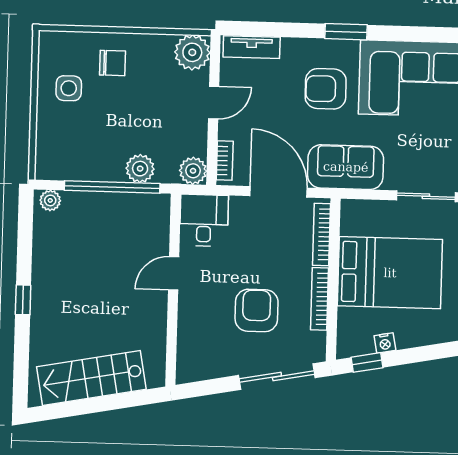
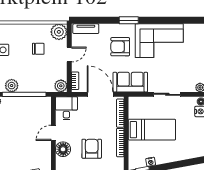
chair: (112, 63) -> (38, 49), moved
plant: (140, 169) -> (12, 86), moved
bed: (390, 273) -> (152, 130), width x0.67
floor lamp: (194, 310) -> (63, 149), added

